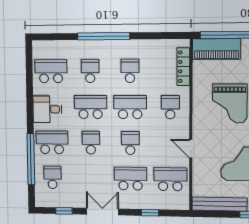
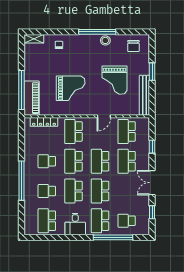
school desk: (170, 107) -> (73, 131), width x1.85
school desk: (91, 143) -> (100, 191), width x1.85
school desk: (130, 143) -> (100, 161), width x1.85

